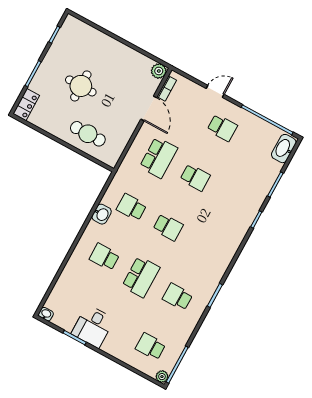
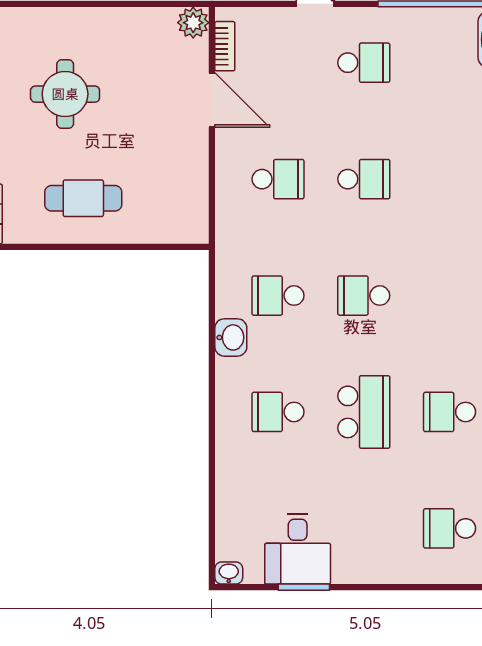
round table: (81, 86) -> (65, 94), moved
cafe table: (88, 134) -> (83, 198), moved
school desk: (159, 158) -> (278, 179), width x0.54
school desk: (168, 227) -> (364, 296), turned 180
desk: (93, 326) -> (298, 549), moved

